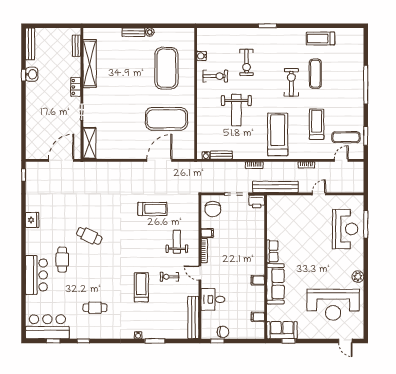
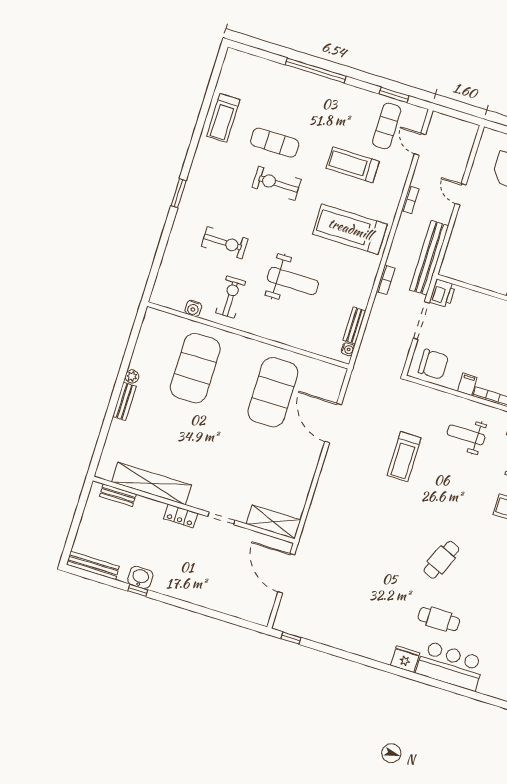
exercise mat: (166, 68) -> (195, 368), turned 90
treadmill: (152, 209) -> (404, 457), turned 180
fridge: (32, 220) -> (405, 659), moved
cafe table: (89, 236) -> (441, 560), moved

